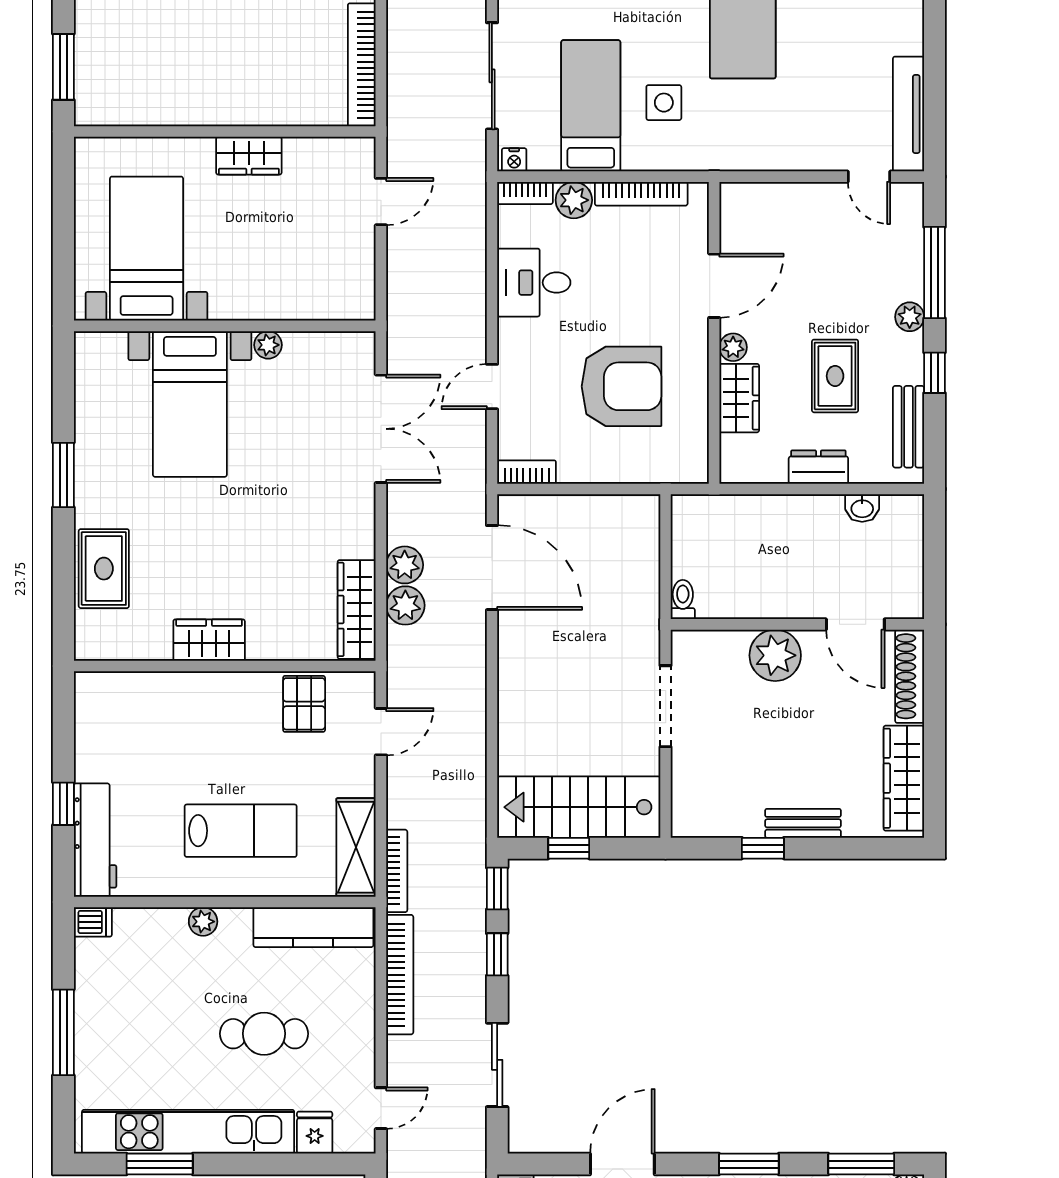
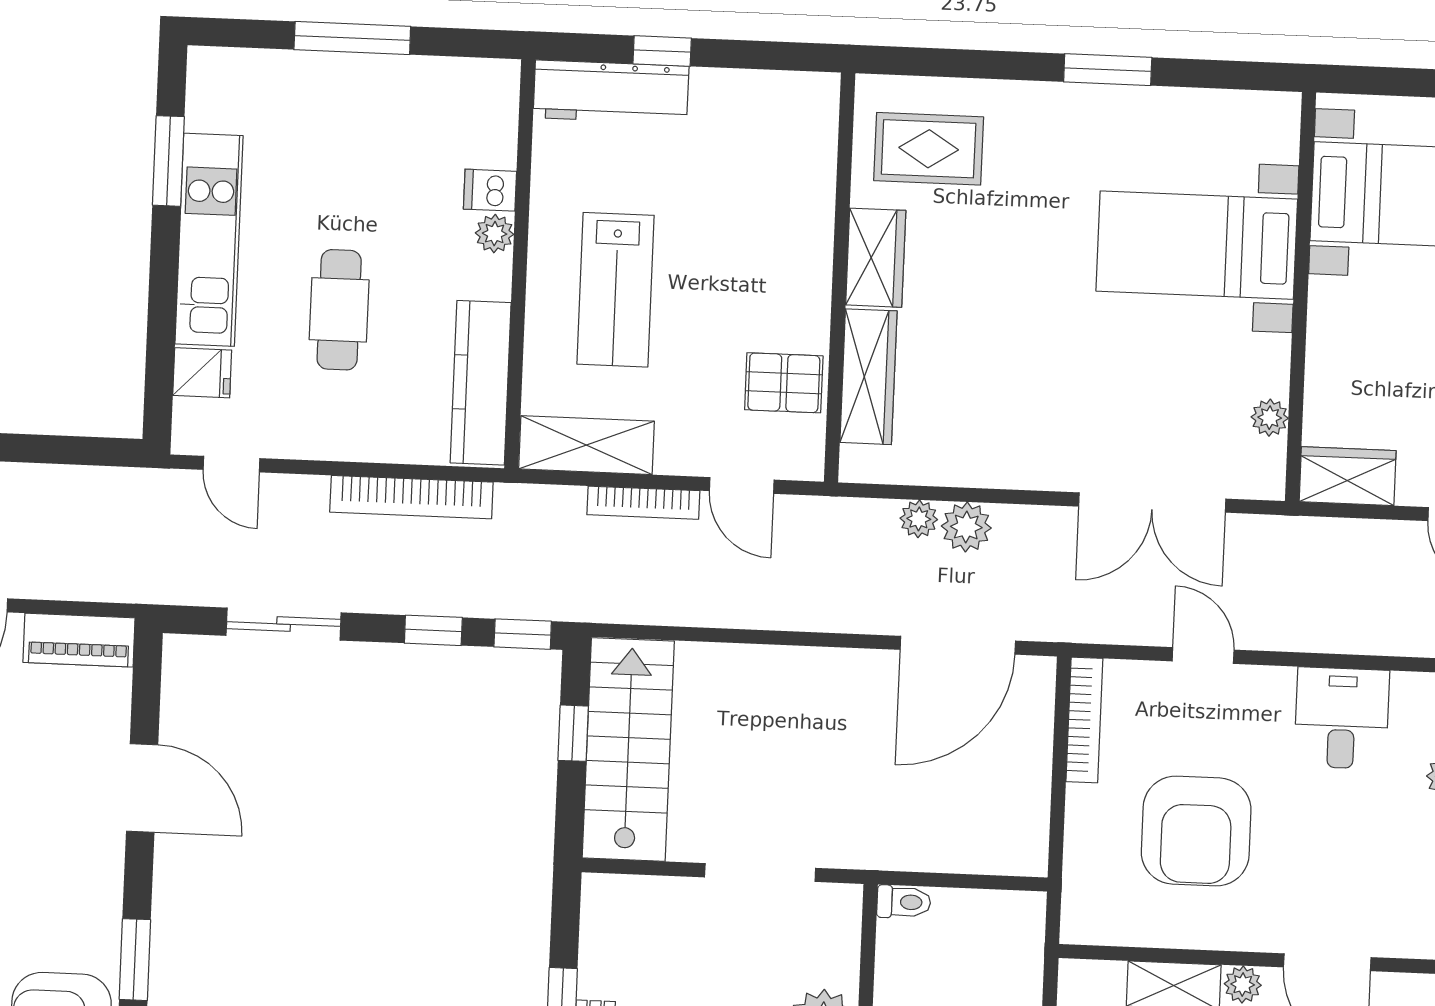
wardrobe: (355, 286) -> (1348, 476), added
plant: (268, 345) -> (1270, 418), moved
bookcase: (527, 472) -> (1084, 720), width x1.56
rug: (104, 569) -> (929, 149), moved
plant: (405, 605) -> (919, 519), width x0.73, depth x0.73
wardrobe: (357, 609) -> (868, 377), moved, turned 90
bookcase: (397, 871) -> (643, 503), moved
dishwasher: (93, 922) -> (490, 190), moved, turned 90
kitchen unit: (188, 1132) -> (209, 240), width x0.73

